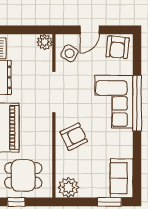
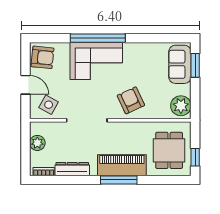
plant: (45, 42) -> (37, 143), moved
sofa: (122, 178) -> (180, 64), moved, turned 90

